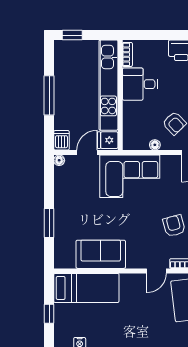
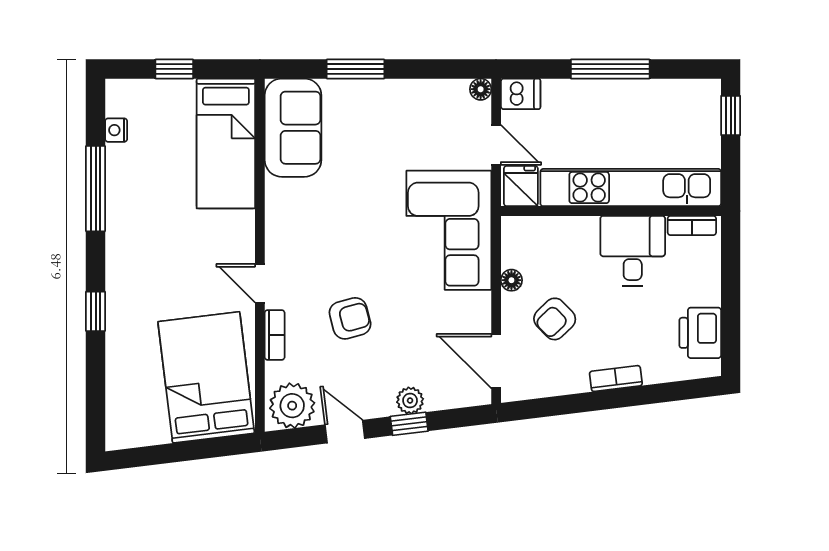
sofa: (101, 254) -> (293, 128), moved

